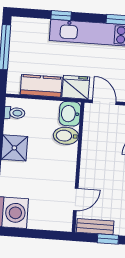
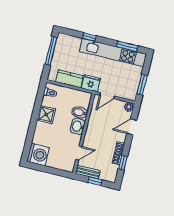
door: (104, 102) -> (107, 96), swing flipped
washbasin: (70, 114) -> (78, 126), moved

